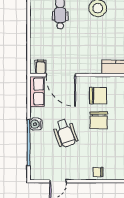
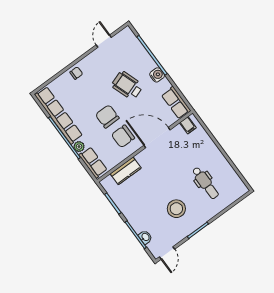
door: (61, 75) -> (157, 138), moved

